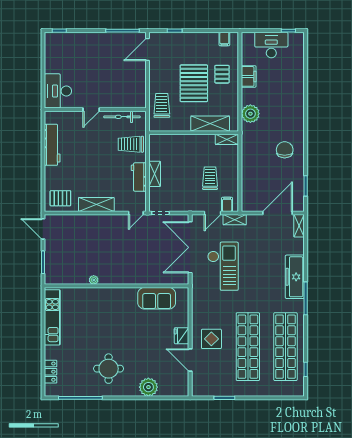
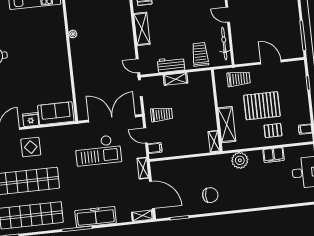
door: (148, 50) -> (271, 62), moved
trolley: (210, 178) -> (162, 114), moved
shelving: (235, 220) -> (143, 168), moved
sofa: (157, 298) -> (56, 113), moved, turned 90

